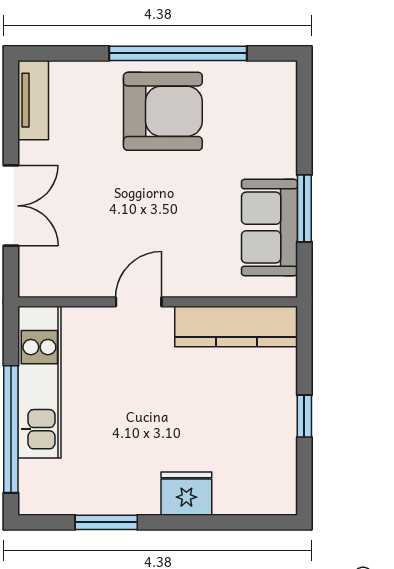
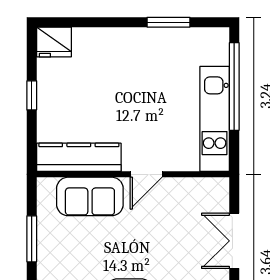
sofa: (269, 228) -> (90, 196), moved, turned 90
fridge: (186, 494) -> (54, 42), moved

